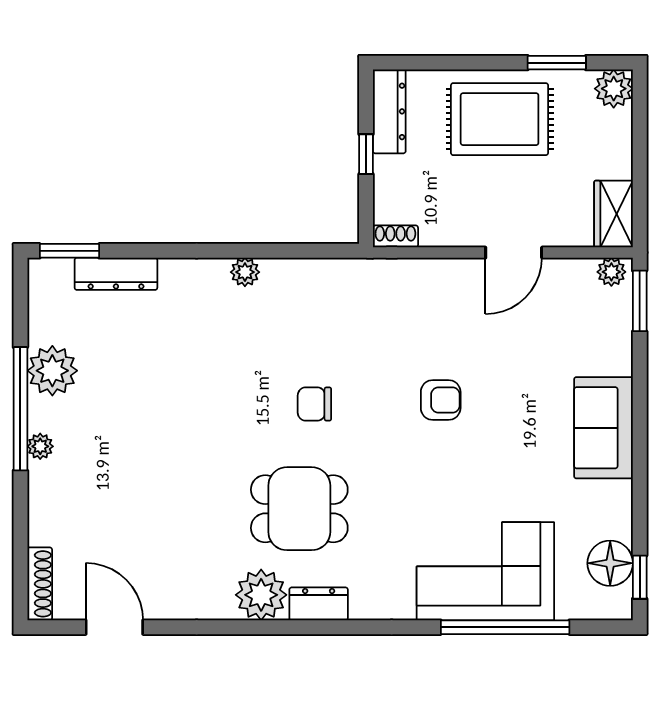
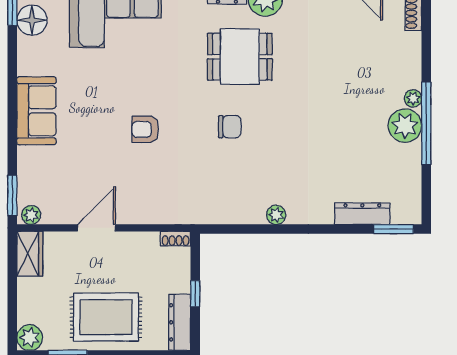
plant: (52, 371) -> (405, 126), moved

